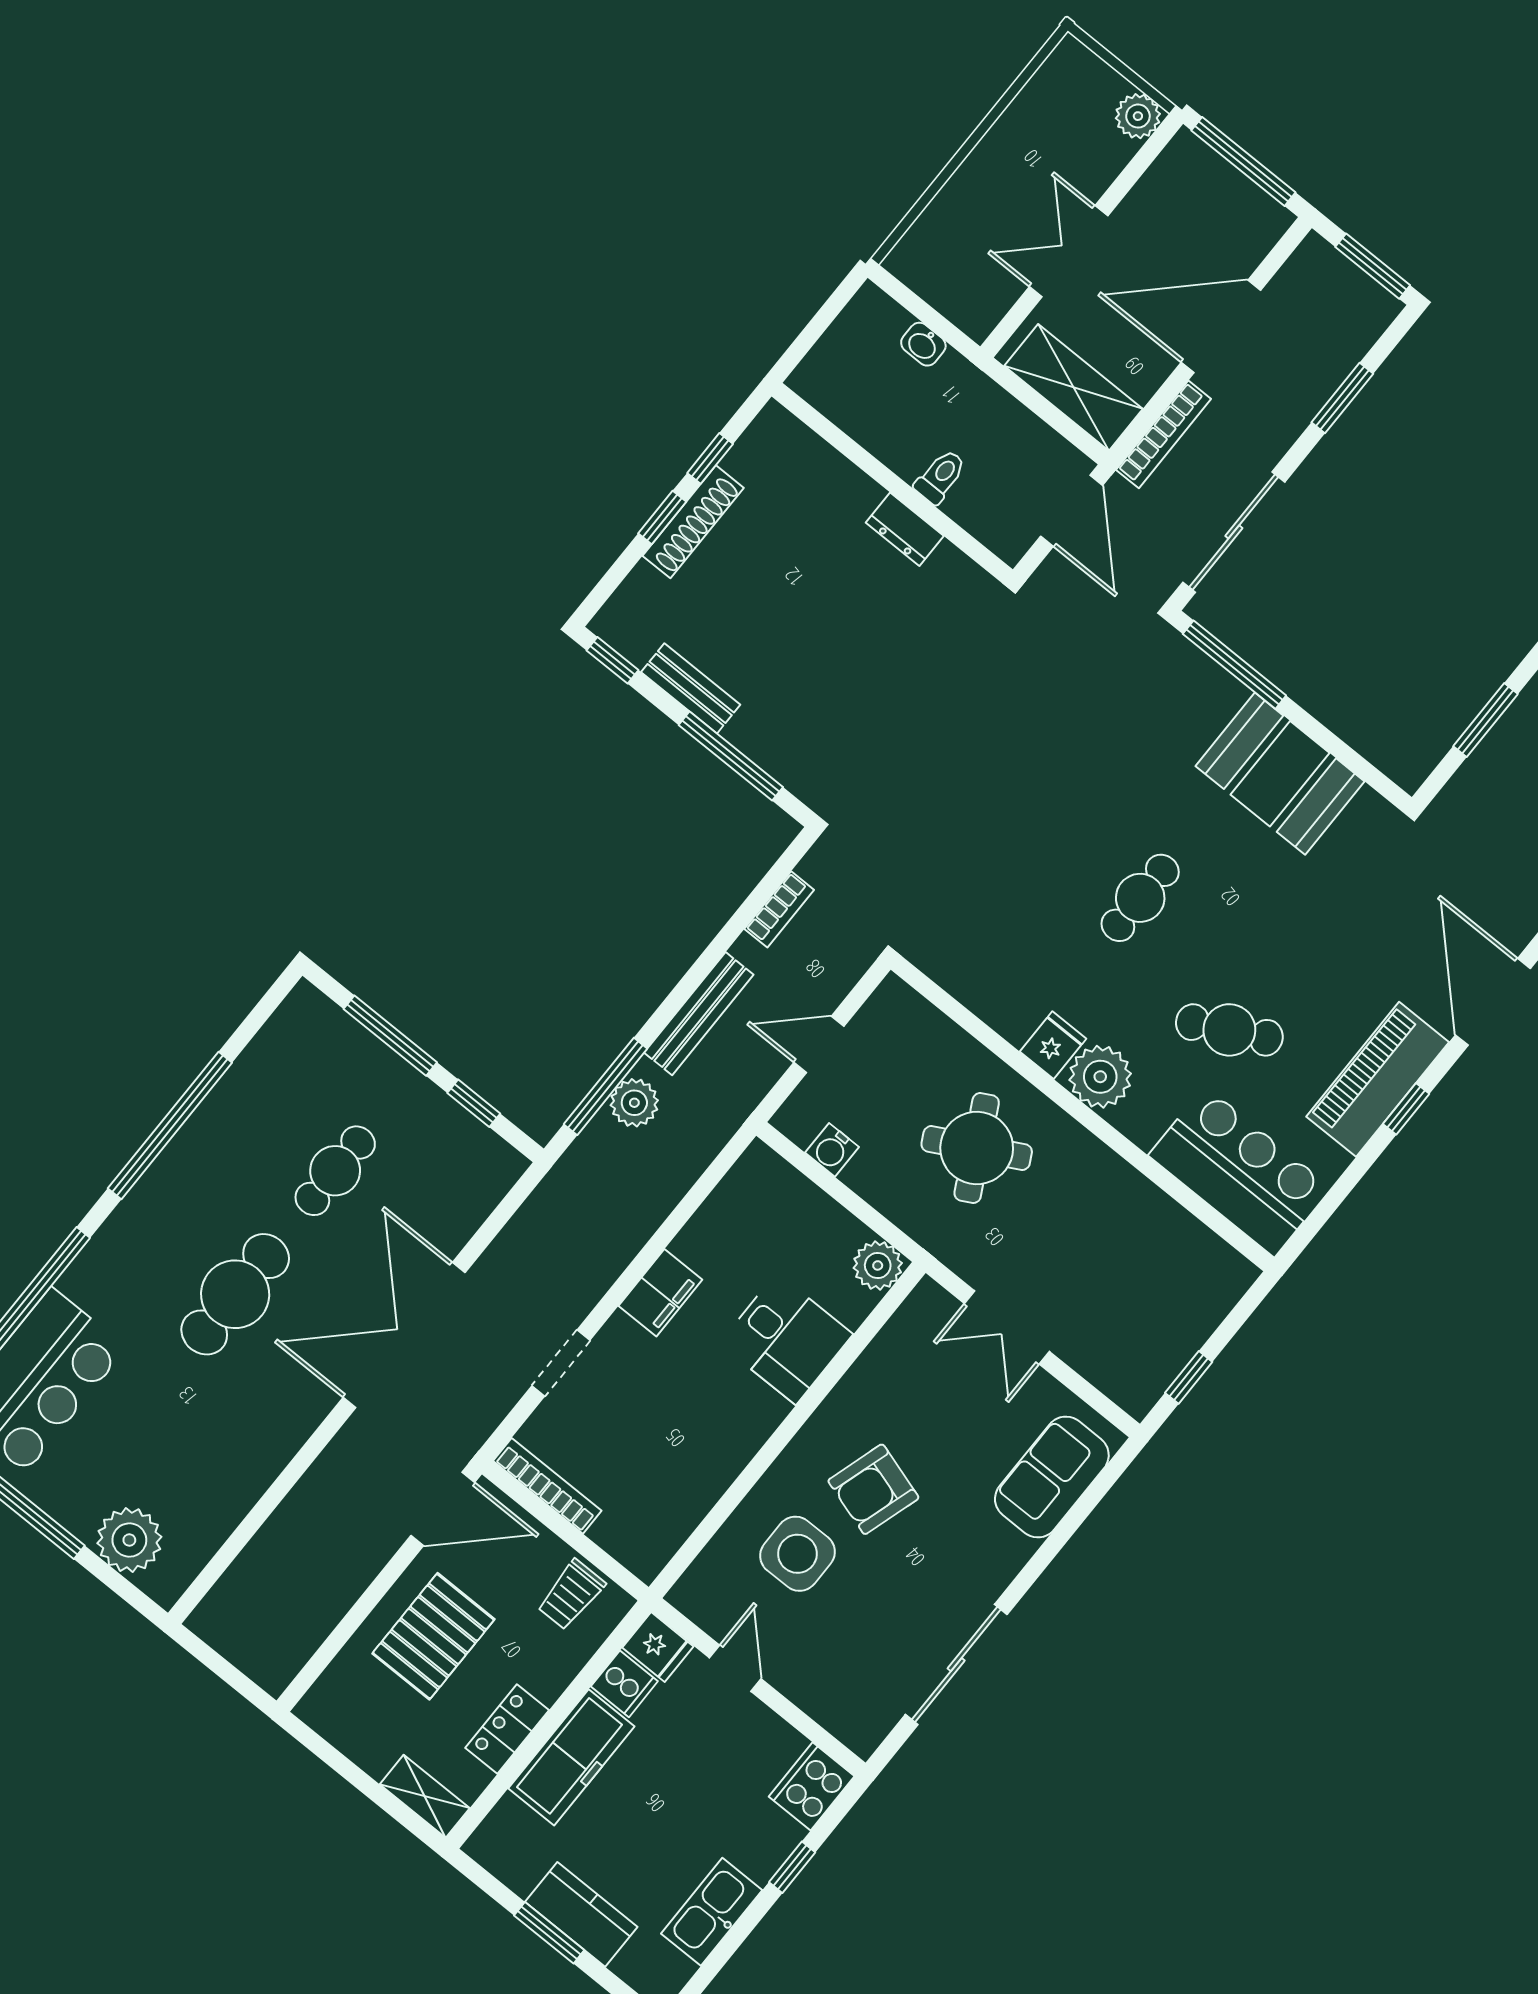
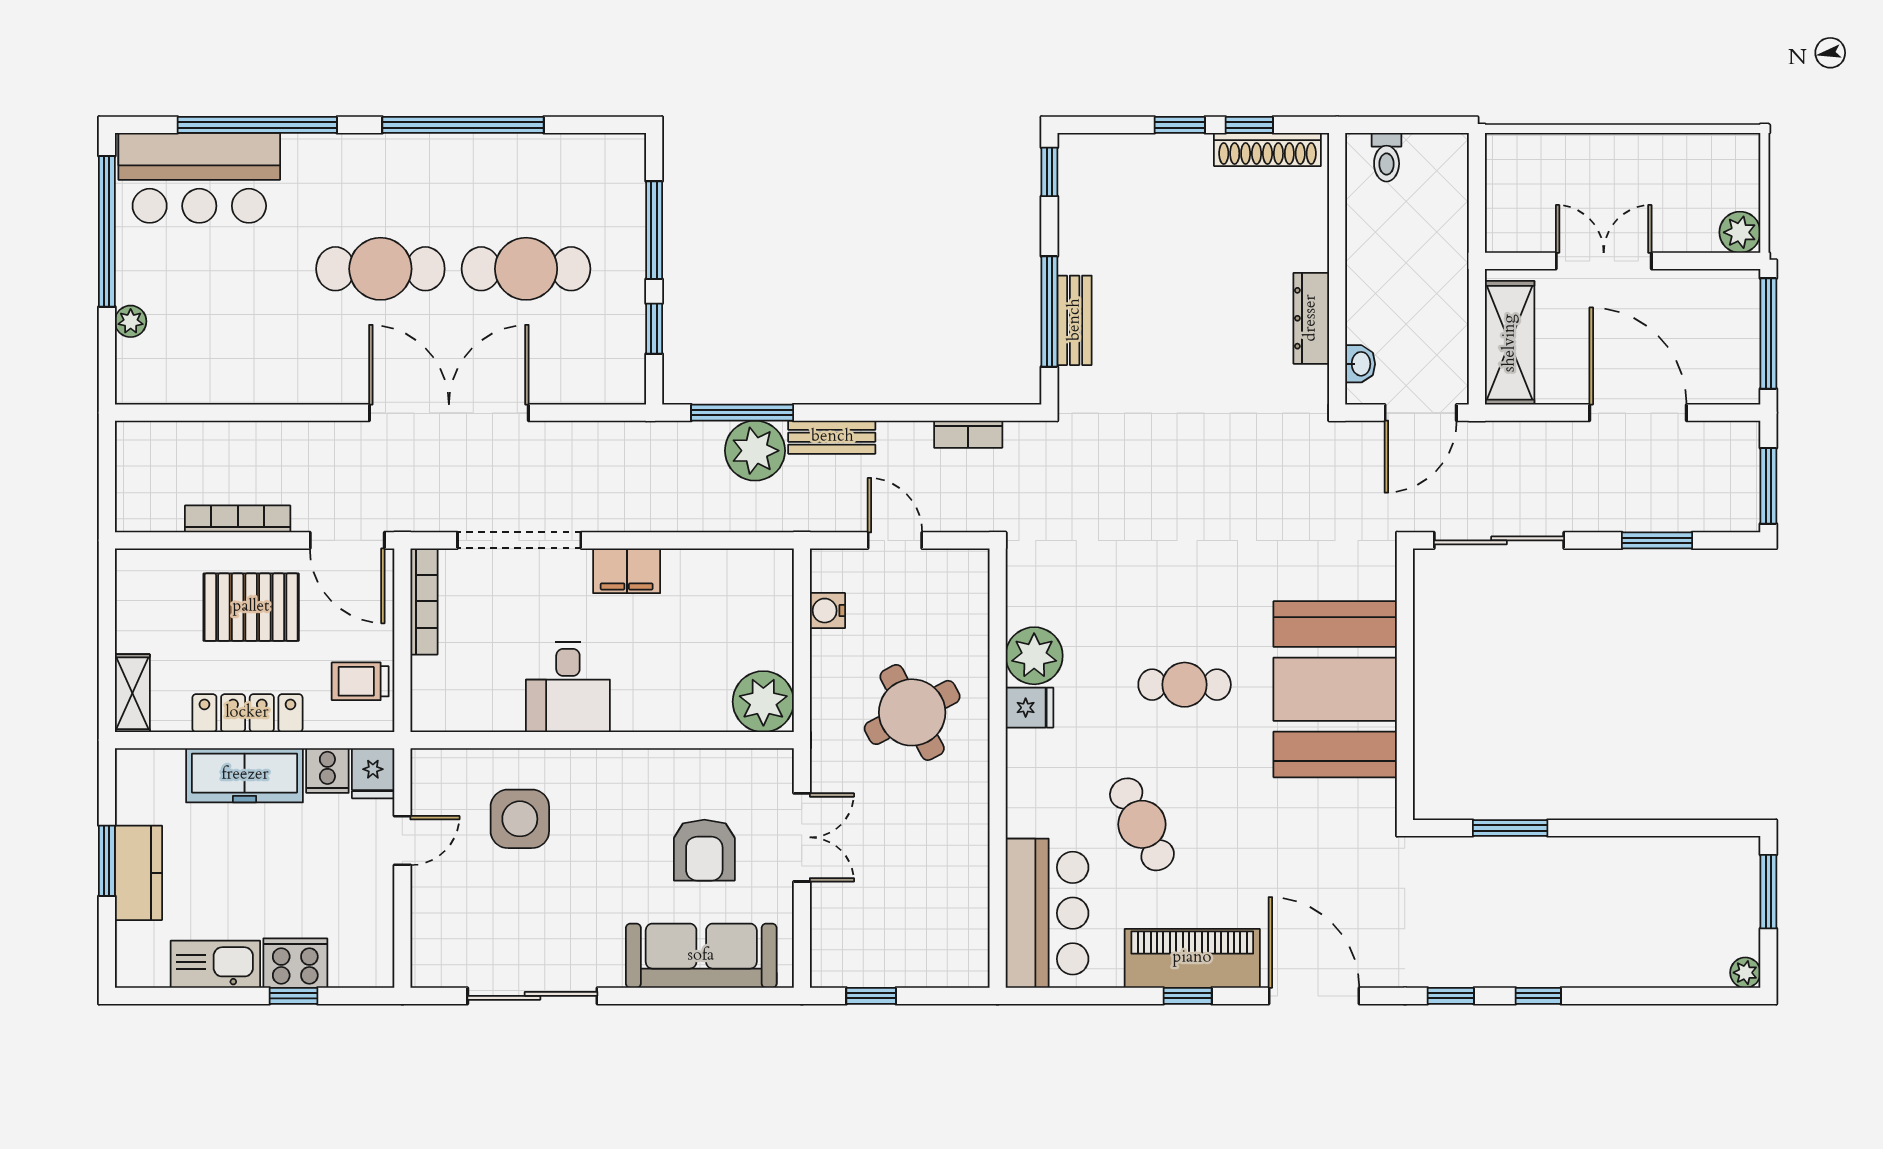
washbasin: (923, 344) -> (1360, 364), moved, turned 180
bookcase: (1164, 434) -> (238, 519), moved, turned 180
toilet: (940, 477) -> (1387, 157), moved, turned 90
shoe rack: (693, 522) -> (1267, 149), moved
dresser: (905, 529) -> (1311, 318), width x1.44
window: (1234, 665) -> (1405, 617), removed
bench: (691, 688) -> (1075, 320), moved
booth: (1280, 774) -> (1335, 689), width x1.36, depth x1.42
door: (1493, 1002) -> (1314, 996), hinge flipped
bench: (699, 1014) -> (832, 437), width x0.73
plant: (1100, 1077) -> (1034, 656), moved
plant: (634, 1103) -> (755, 451), width x1.36, depth x1.36
cafe table: (335, 1171) -> (526, 269), width x1.37, depth x1.35
plant: (878, 1265) -> (763, 702), width x1.36, depth x1.36
double door: (1007, 1327) -> (802, 837), swing flipped
desk: (786, 1339) -> (568, 687), moved
doorway: (561, 1363) -> (519, 540), width x1.87
sofa: (1052, 1477) -> (701, 956), width x1.36
armchair: (873, 1489) -> (704, 850), moved, turned -107
plant: (129, 1540) -> (131, 321), width x0.53, depth x0.53
locker: (507, 1729) -> (247, 713), width x1.53
cooker: (812, 1786) -> (295, 963), moved

